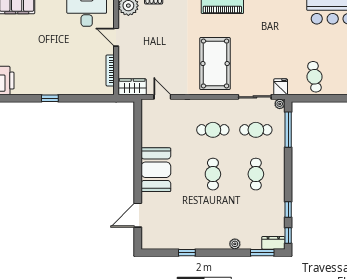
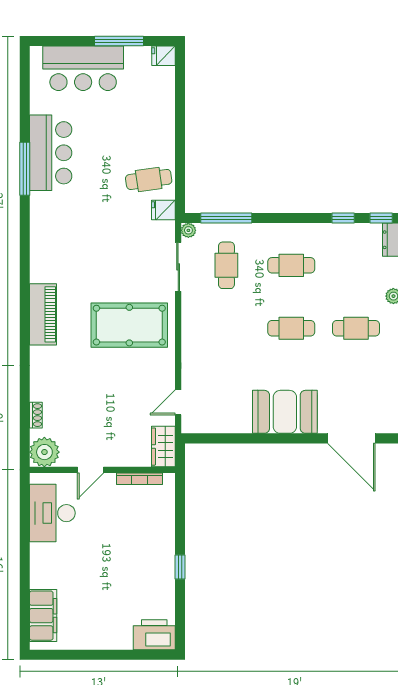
fridge: (281, 87) -> (163, 210), moved
cafe table: (213, 130) -> (356, 328), moved, turned 90
door: (138, 215) -> (351, 438), width x1.36

